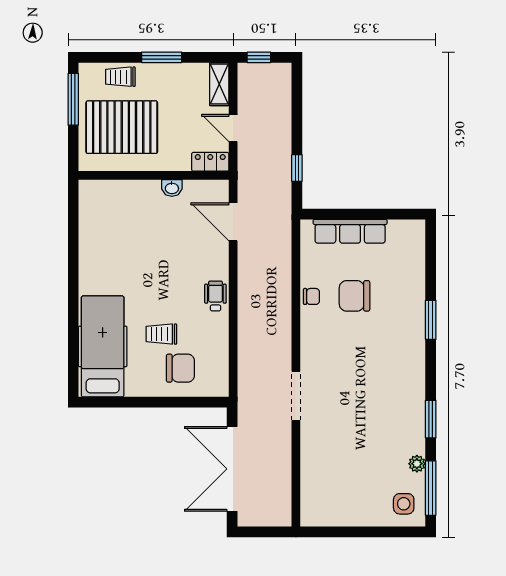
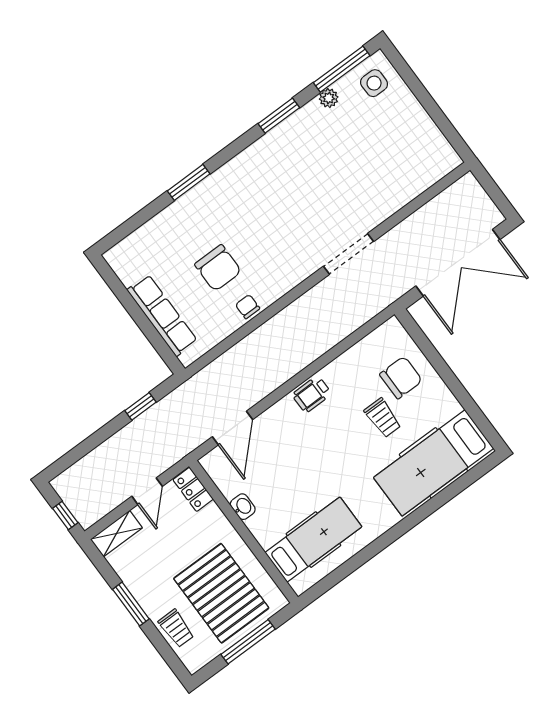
window: (73, 99) -> (248, 642), moved
hospital bed: (111, 221) -> (313, 540), added
chair: (180, 368) -> (401, 378), turned 90

